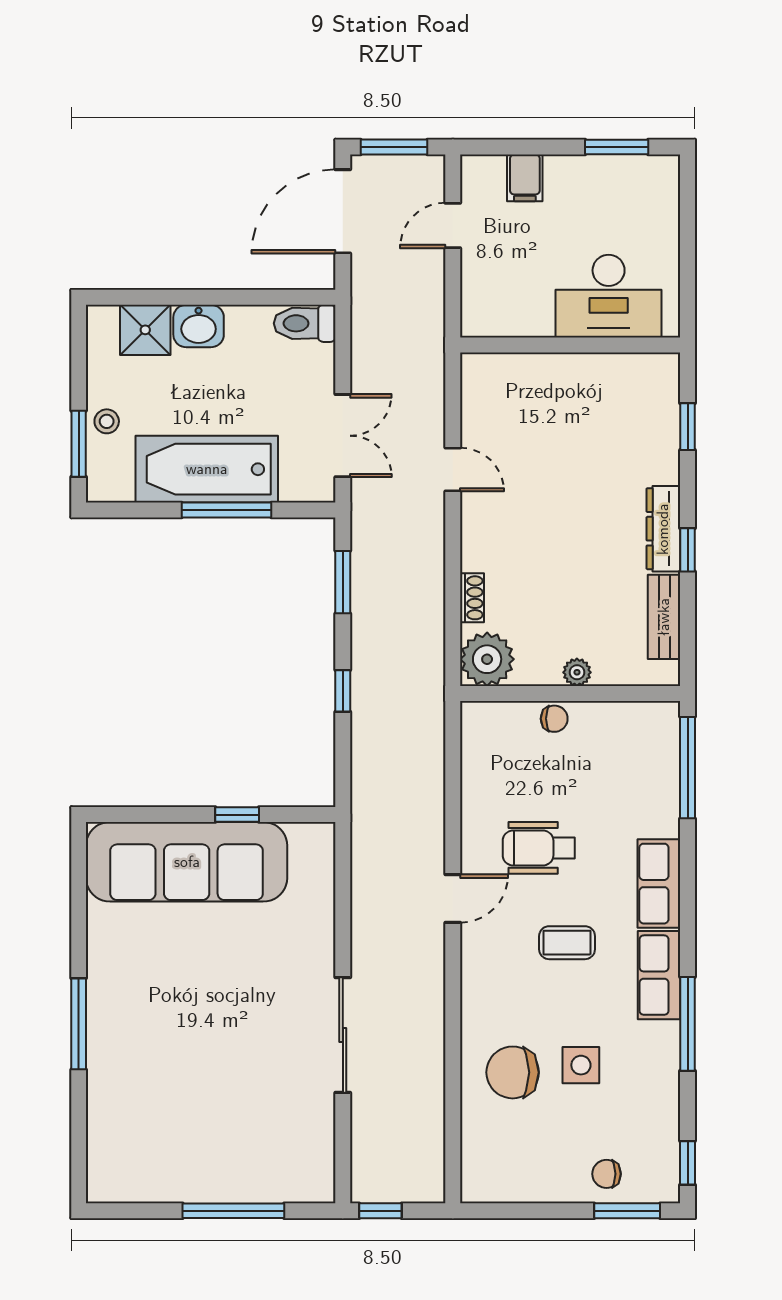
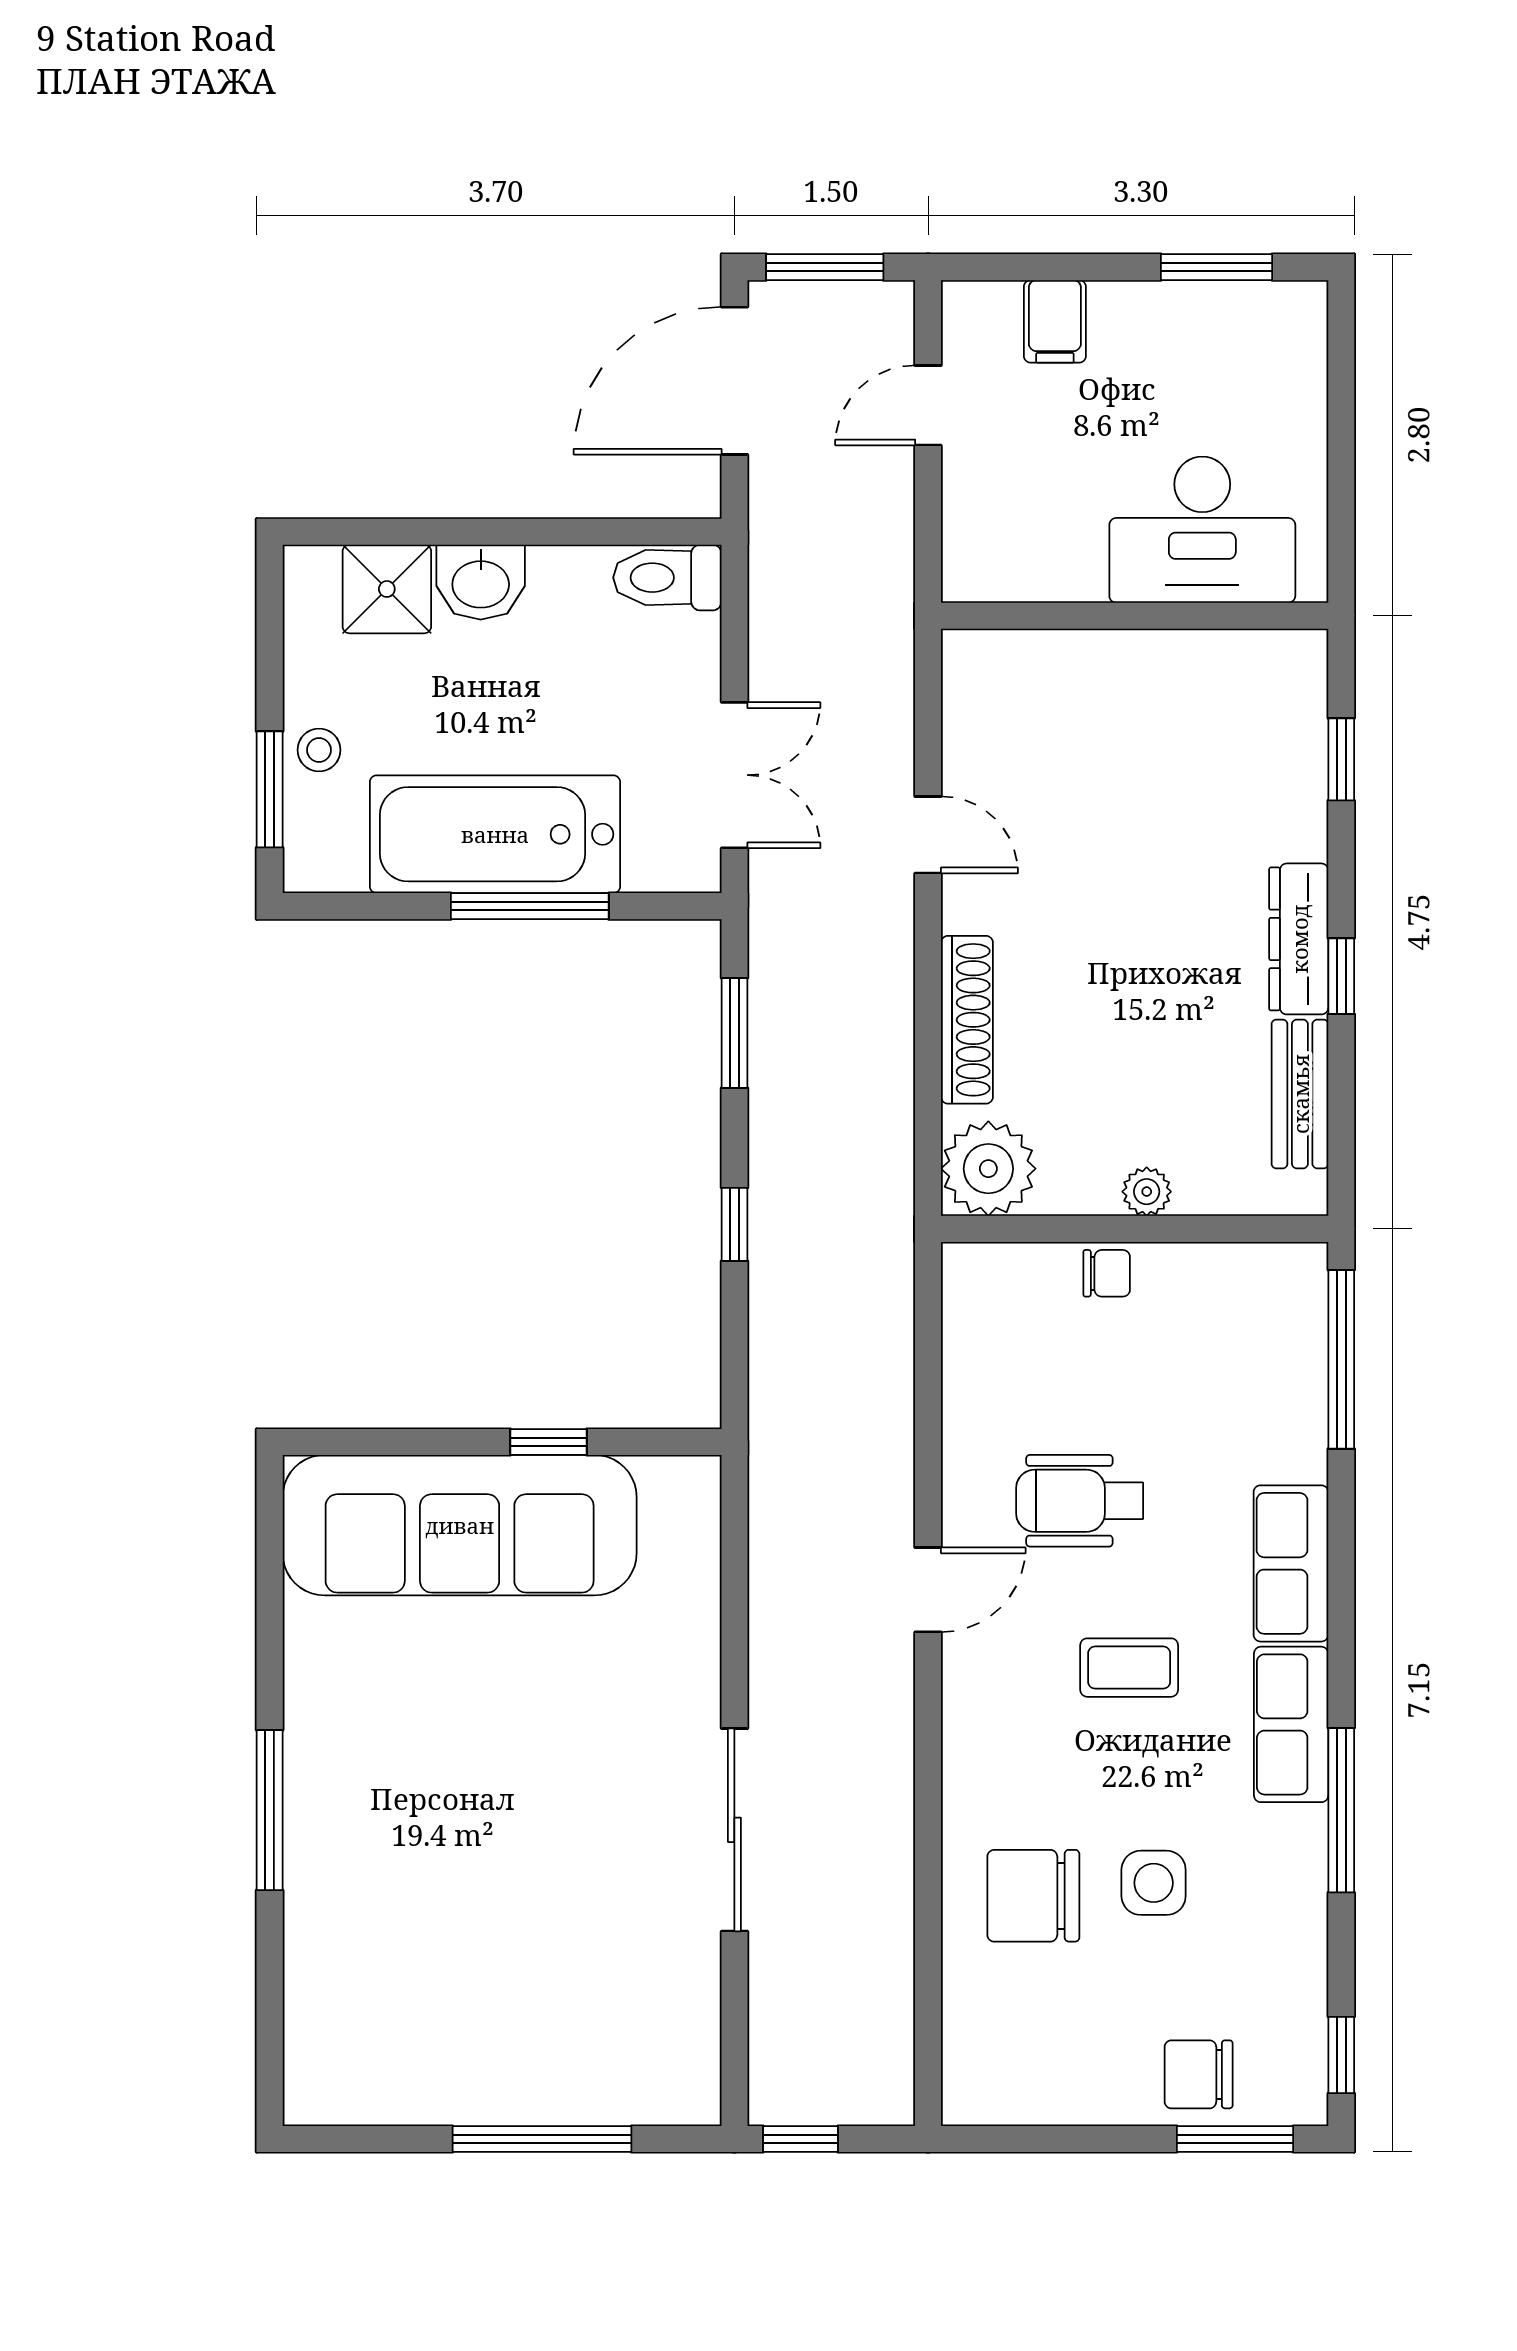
shoe rack: (472, 598) -> (967, 1020), width x1.94, depth x1.24
chair: (607, 1174) -> (1199, 2074), width x1.37, depth x1.37

